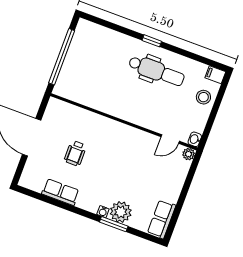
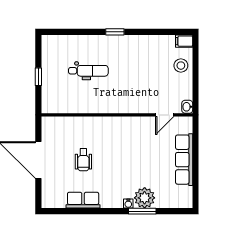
window: (62, 57) -> (38, 77), width x0.32
dental chair: (156, 71) -> (88, 71), moved, width x0.73, depth x0.72
plant: (189, 154) -> (187, 122), removed
row of seats: (162, 219) -> (184, 160), moved, width x1.48

